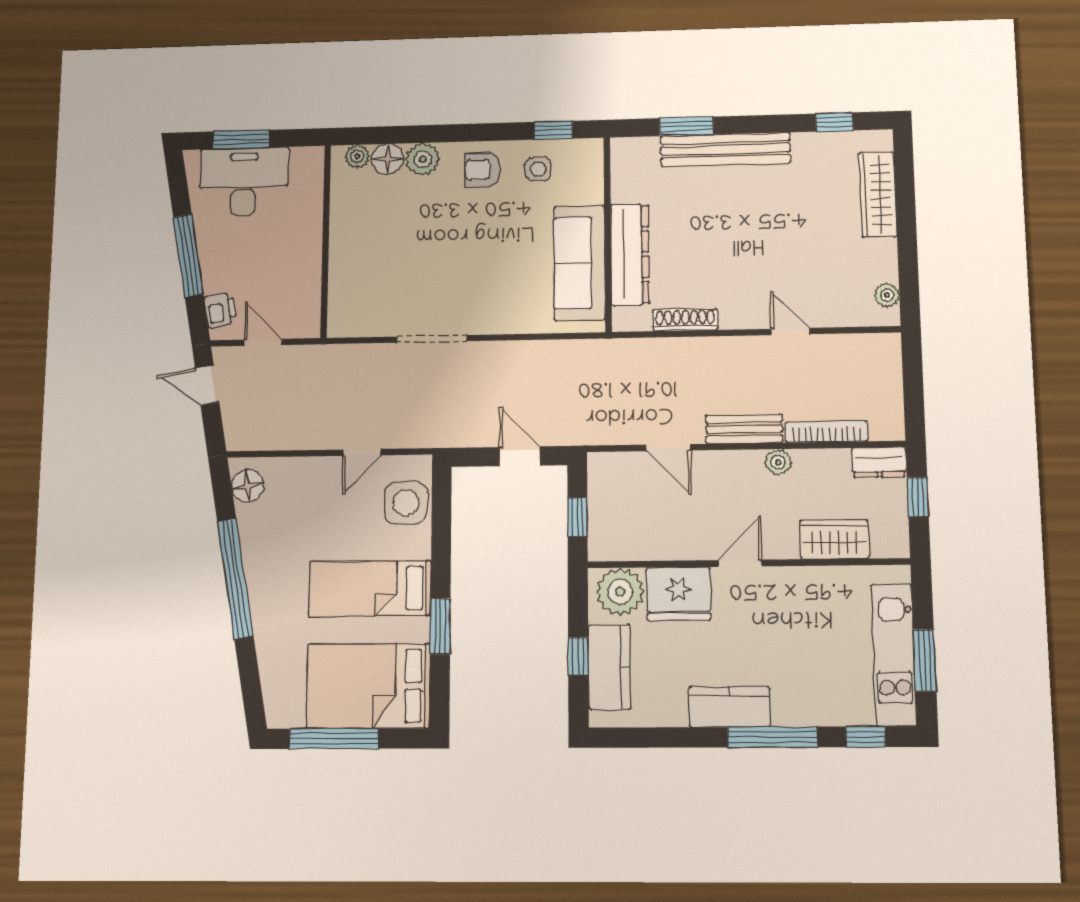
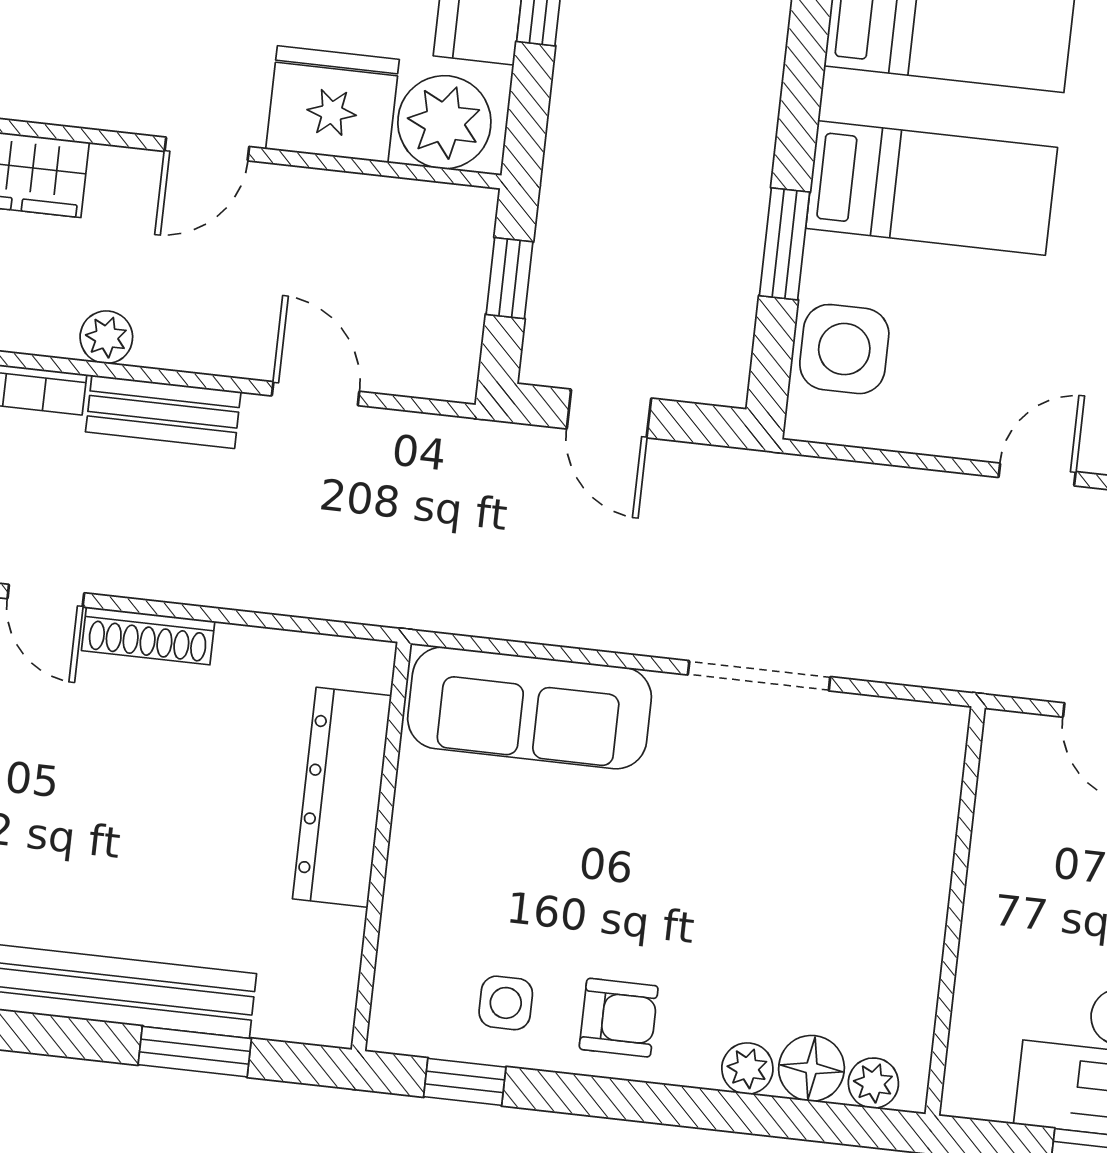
plant: (423, 159) -> (747, 1068), width x0.73, depth x0.73
sofa: (579, 263) -> (530, 708), moved, turned 90
shoe rack: (685, 320) -> (148, 636), moved
door: (362, 452) -> (1037, 475), moved
window: (440, 626) -> (785, 244), moved

